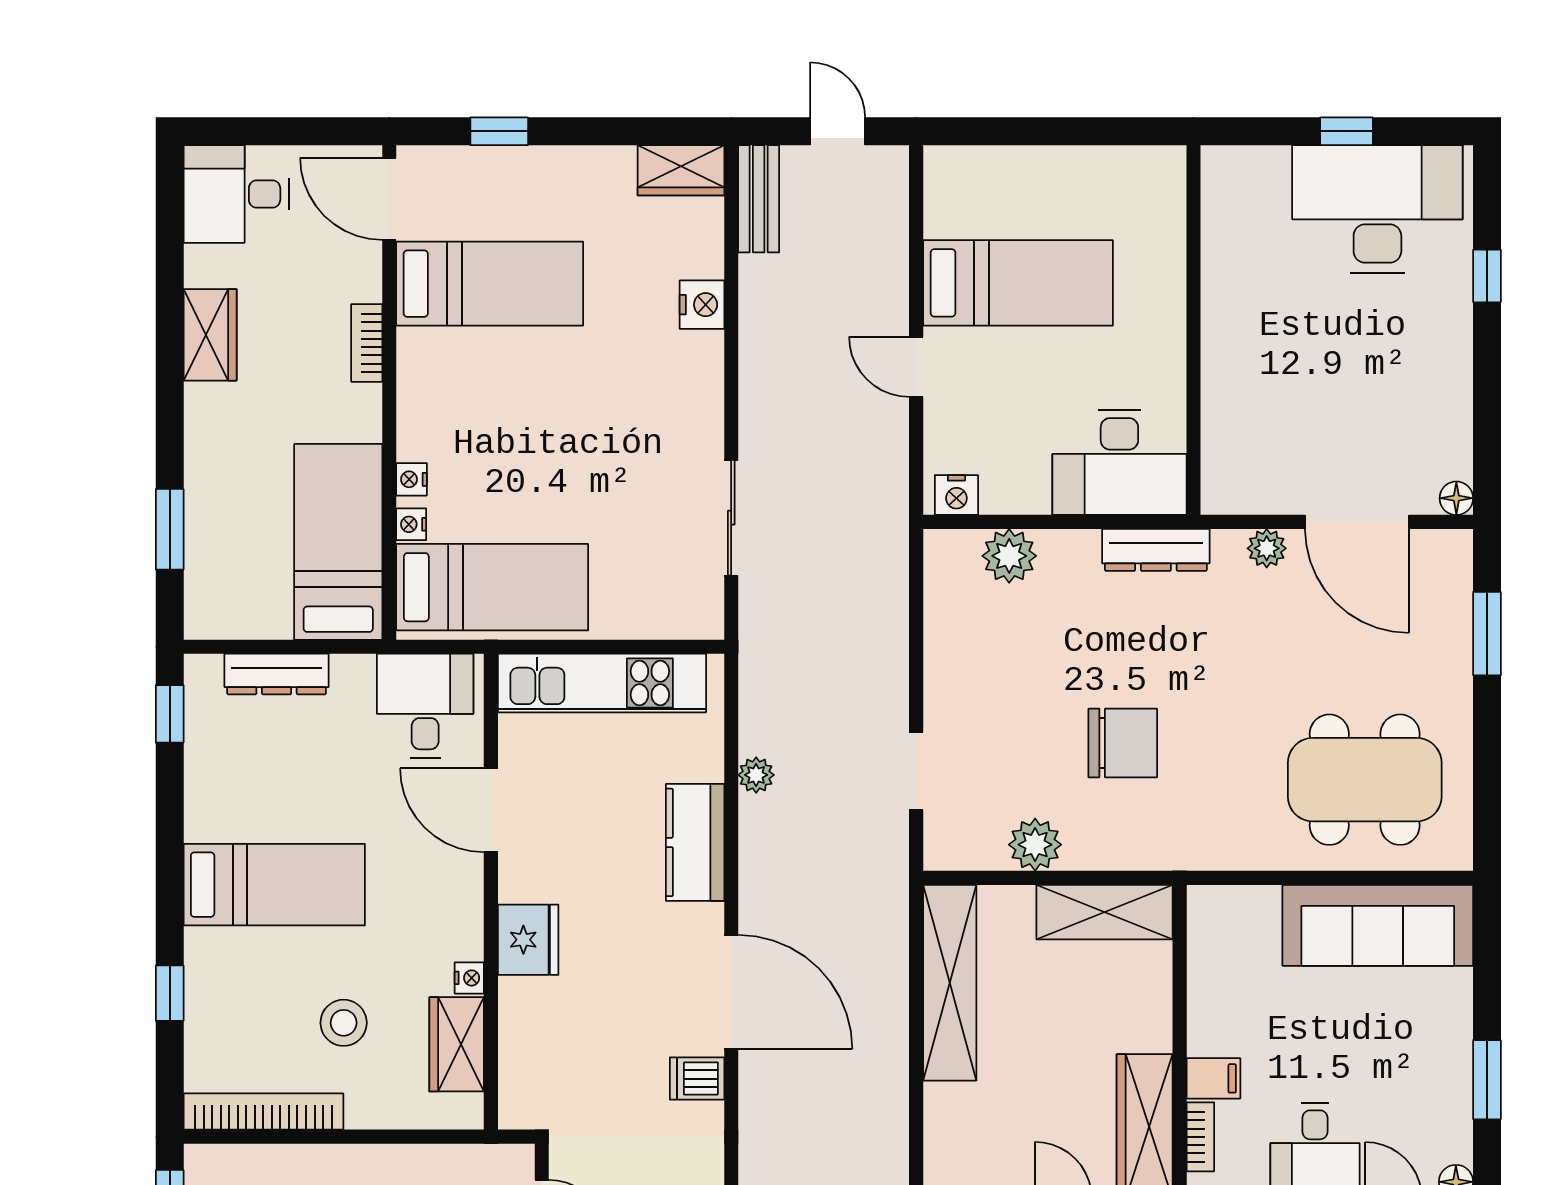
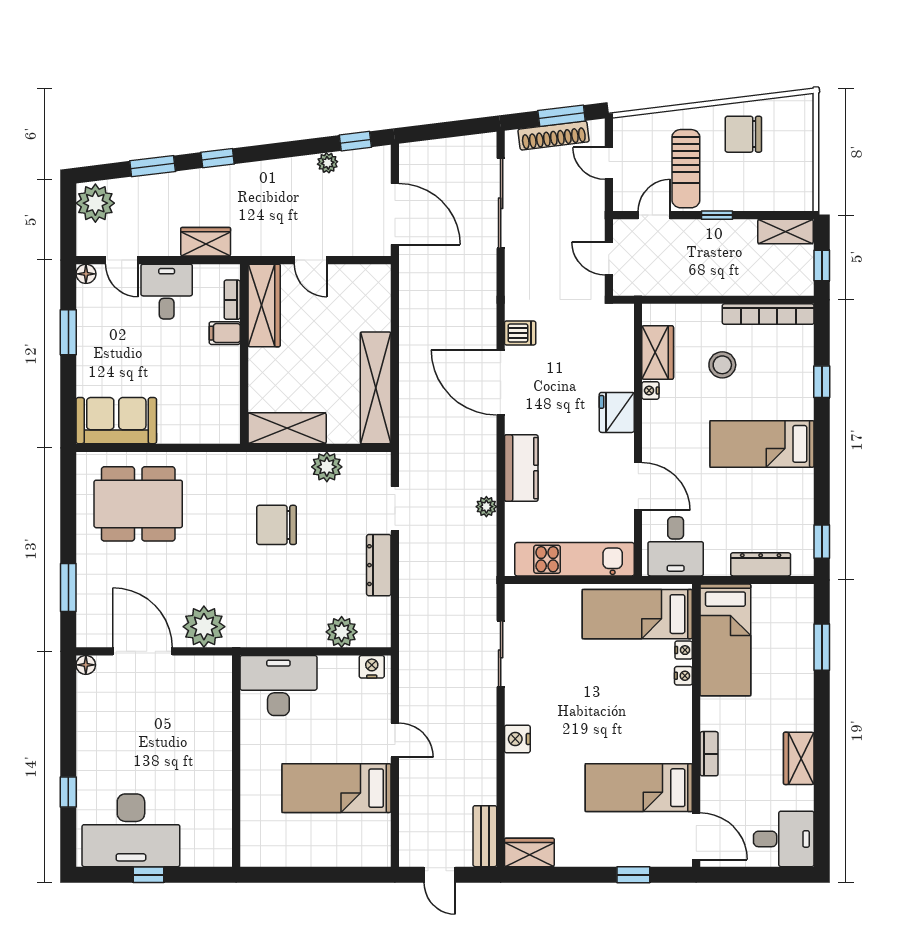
nightstand: (702, 305) -> (517, 739), moved
plant: (1267, 548) -> (204, 627), width x1.87, depth x1.87
dresser: (1156, 550) -> (379, 565), moved, turned -90
sofa: (1378, 925) -> (116, 421), width x0.73

